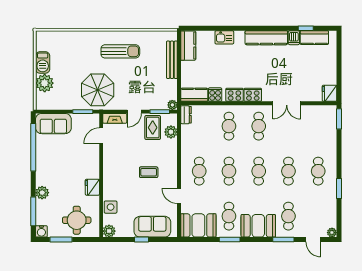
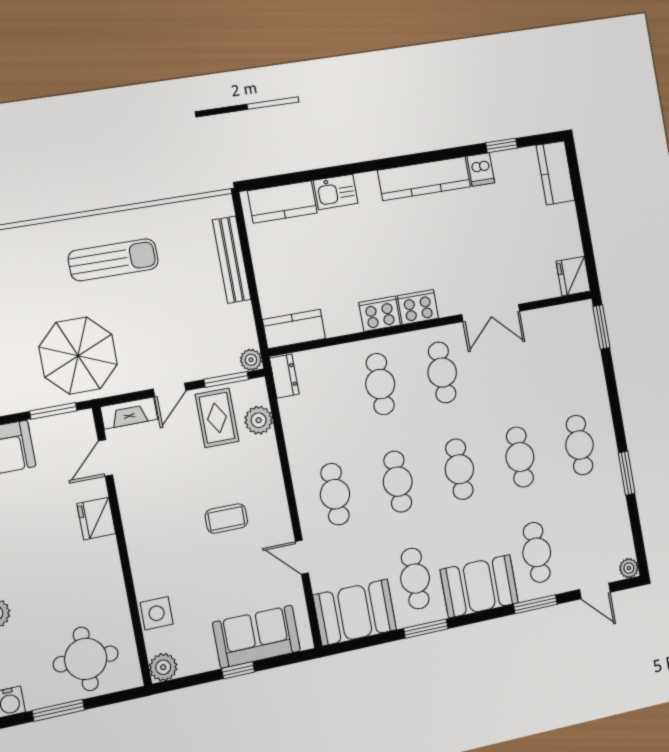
kitchen counter: (314, 38) -> (555, 173), moved, turned 90
kitchen counter: (188, 46) -> (282, 202), moved, turned 90
cooker: (215, 95) -> (339, 321), removed
fridge: (92, 187) -> (96, 519), moved

